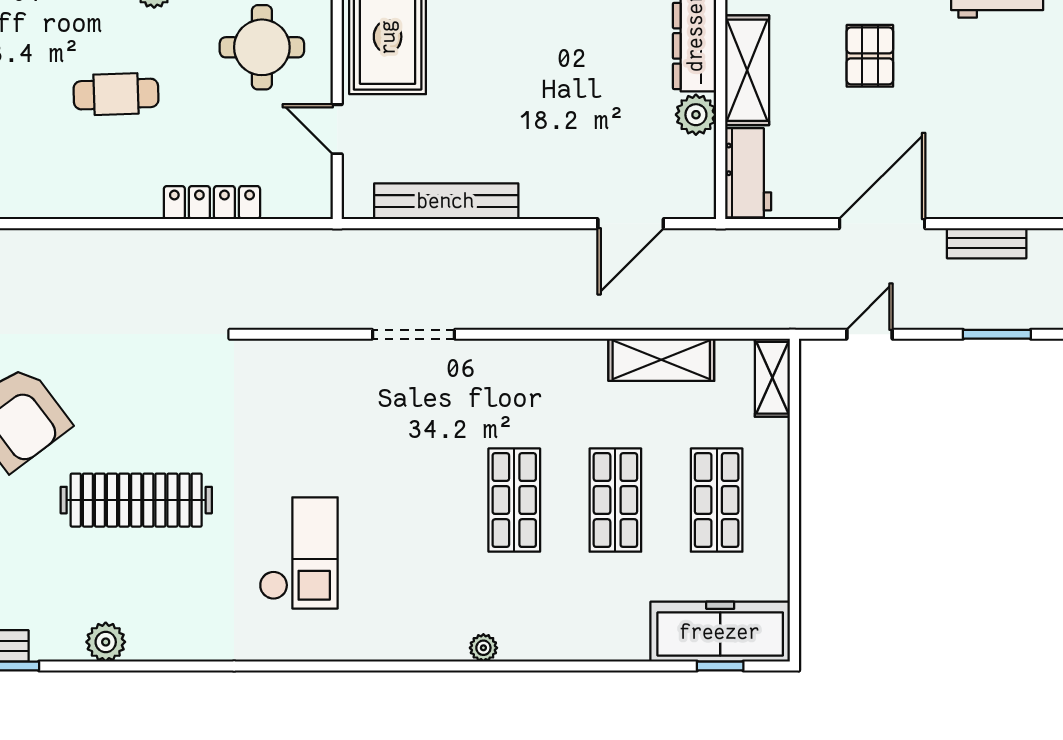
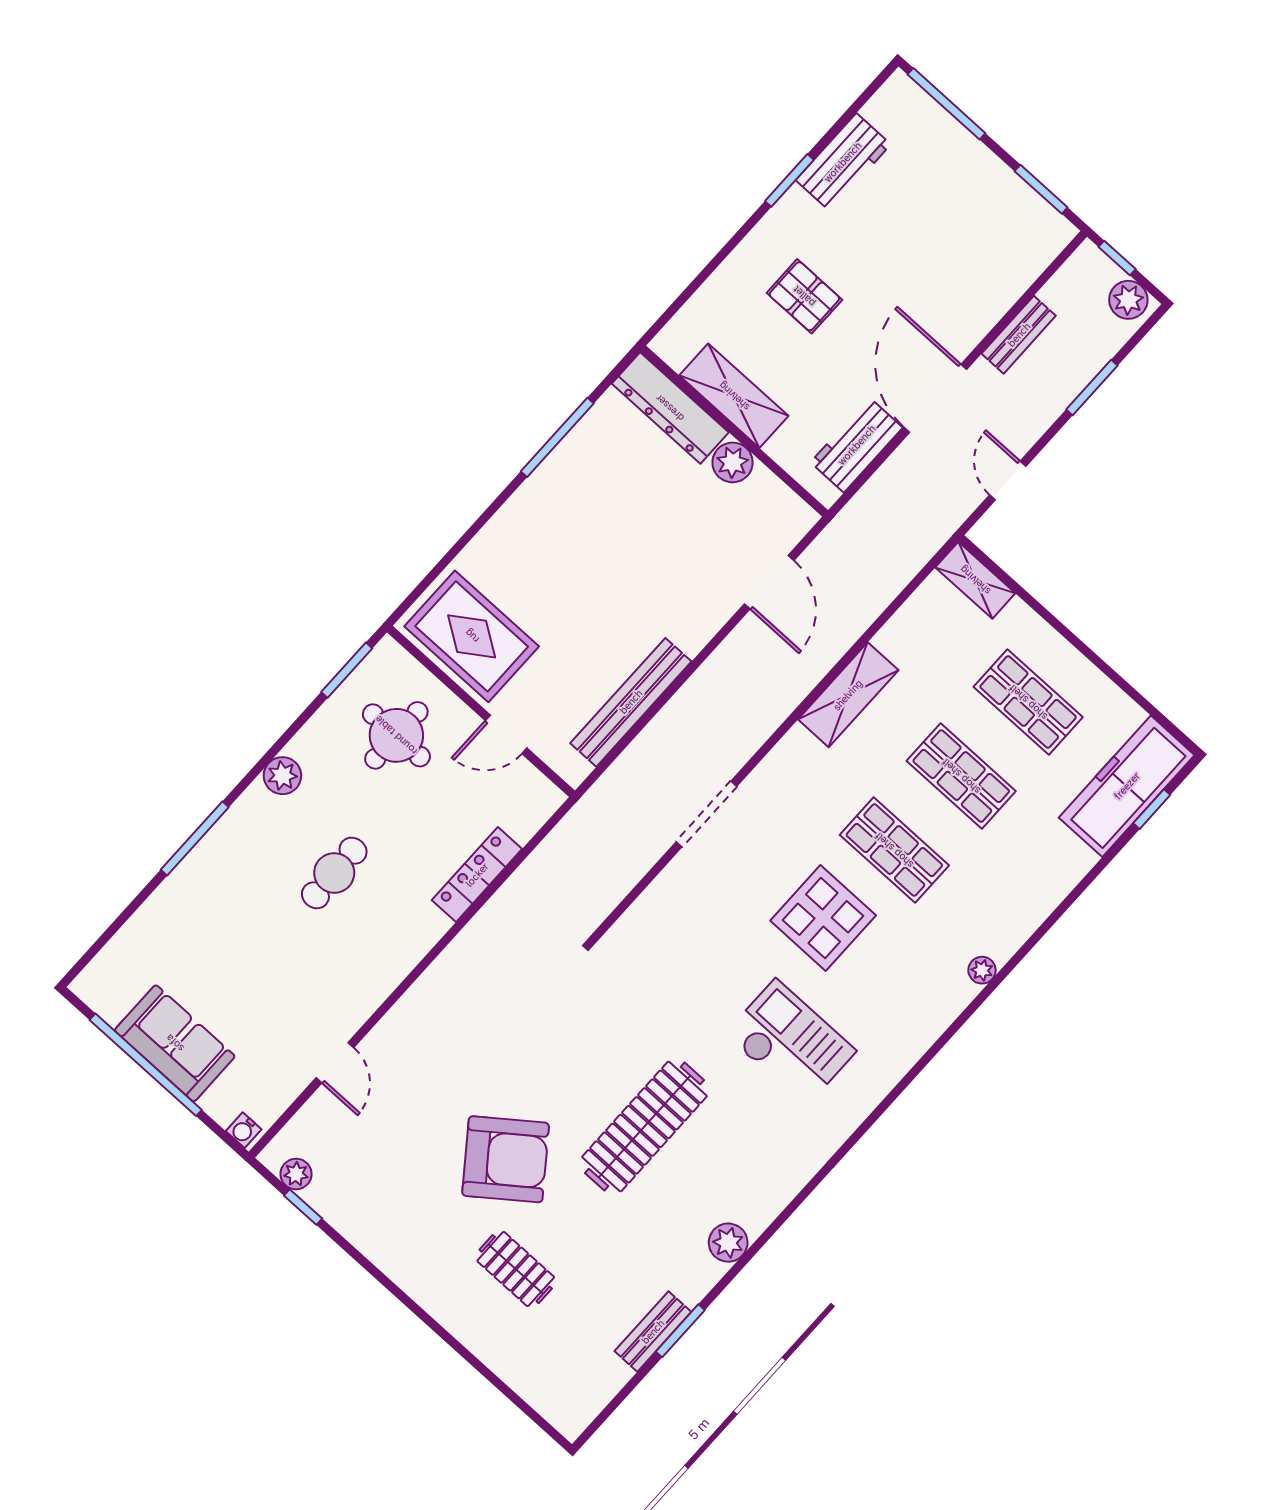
workbench: (748, 173) -> (857, 445), moved, turned -90
shelving: (661, 360) -> (848, 695), moved
display table: (415, 493) -> (823, 918), added

